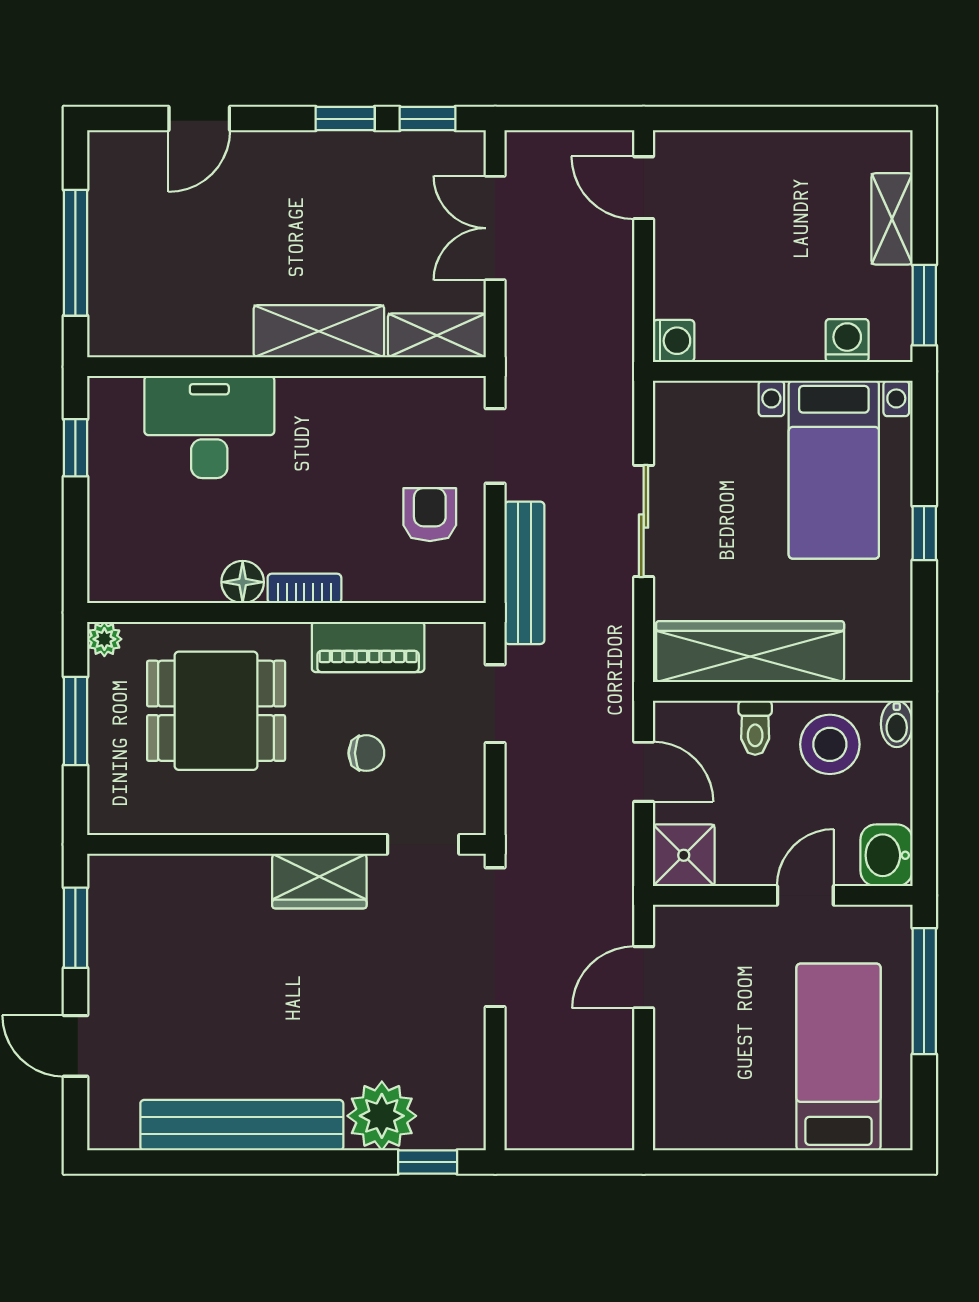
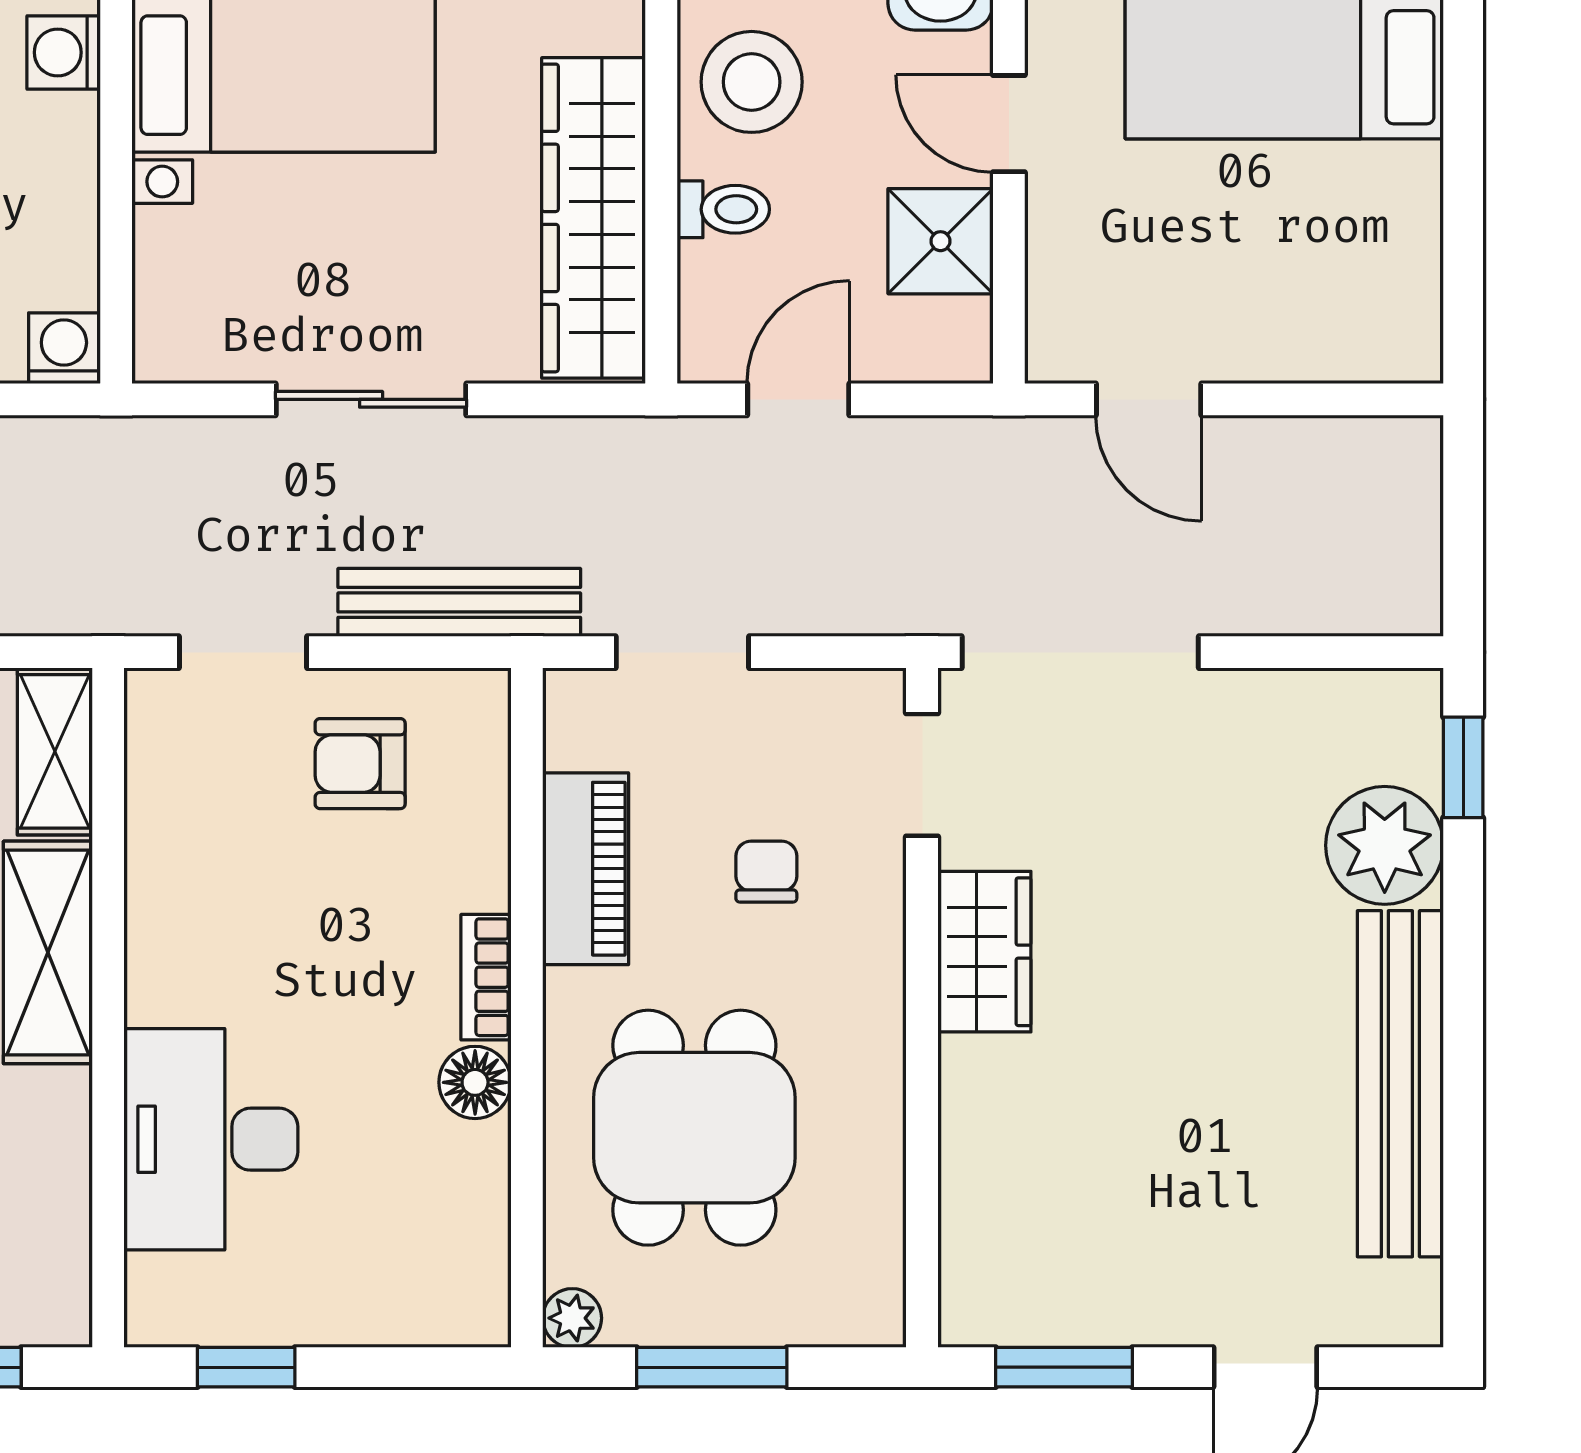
shower: (684, 855) -> (941, 241), moved

